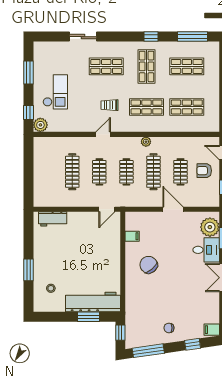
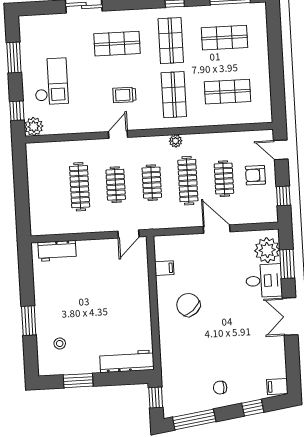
shop shelf: (147, 107) -> (174, 95), turned 90
workbench: (93, 302) -> (127, 361), width x0.73, depth x0.76
window: (88, 317) -> (78, 381), moved

